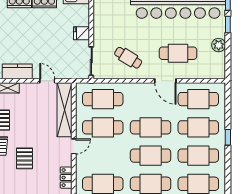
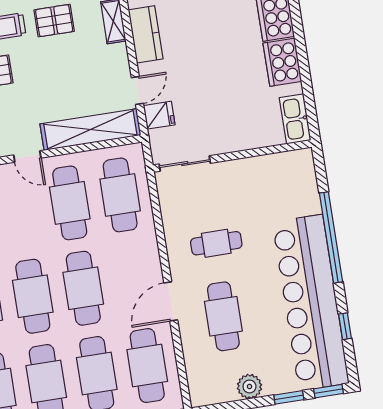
fridge: (82, 33) -> (159, 115), moved, turned 90
cafe table: (128, 58) -> (216, 243), moved, turned 58

